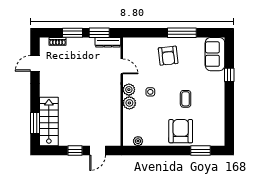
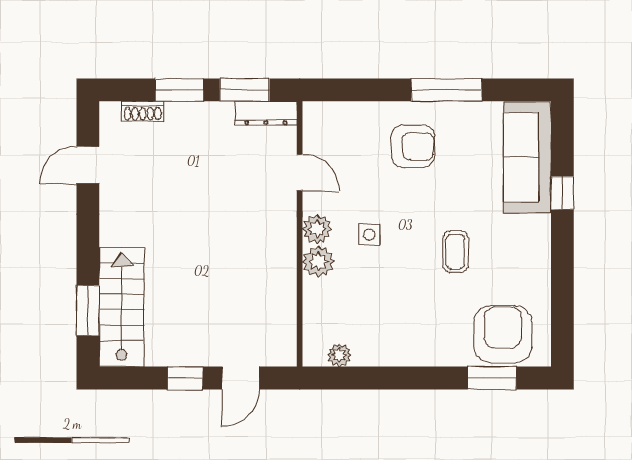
sofa: (215, 54) -> (527, 157), width x1.36
armchair: (168, 56) -> (413, 146), turned -84
armchair: (181, 131) -> (503, 334), moved

